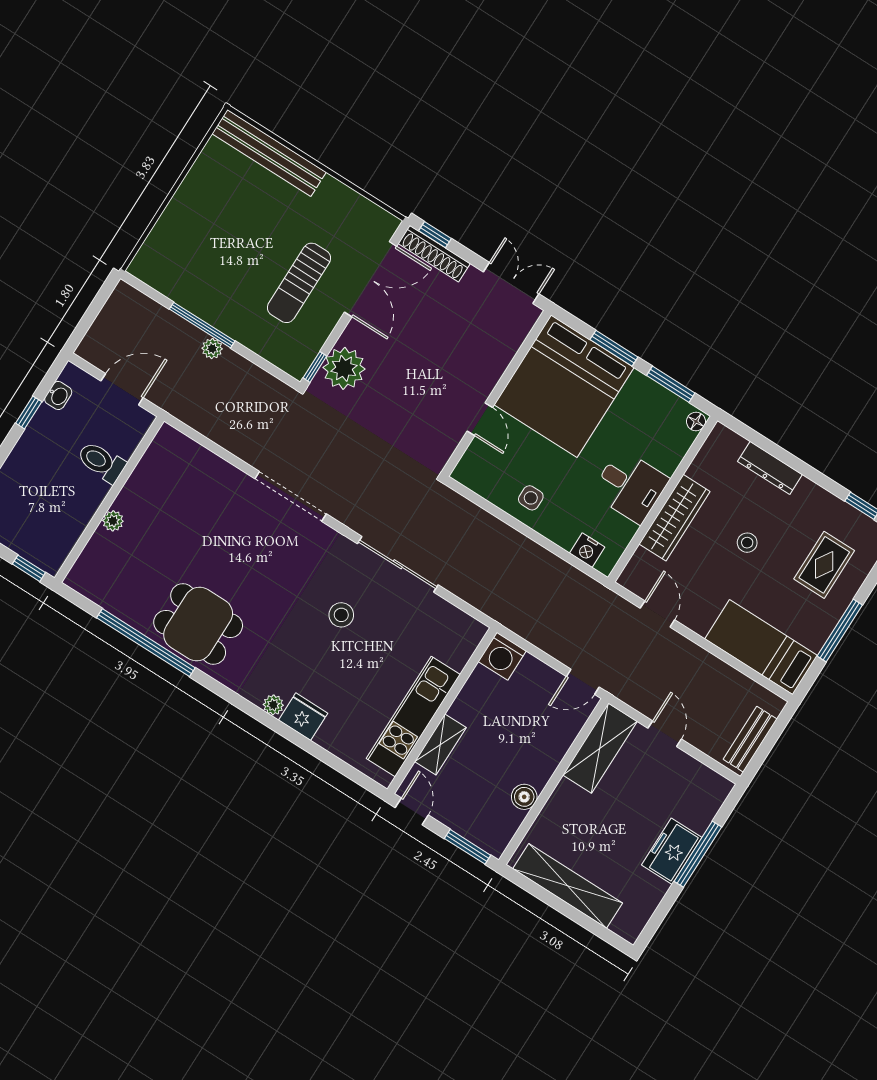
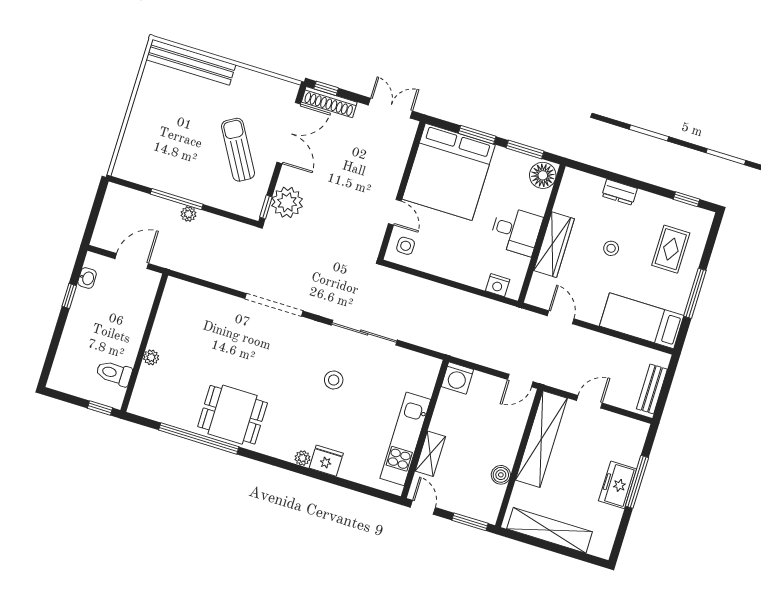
sun lounger: (299, 283) -> (238, 150), turned 150
floor lamp: (696, 421) -> (543, 175), width x1.89, depth x1.89
toilet: (101, 462) -> (114, 373), moved
dresser: (770, 468) -> (619, 192), width x0.70
side table: (531, 498) -> (406, 246), moved
door: (665, 734) -> (589, 402), hinge flipped
shelving: (600, 748) -> (541, 439), width x1.47

